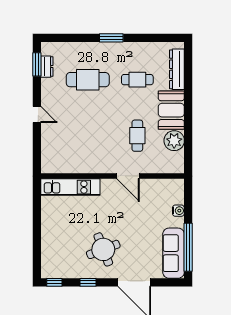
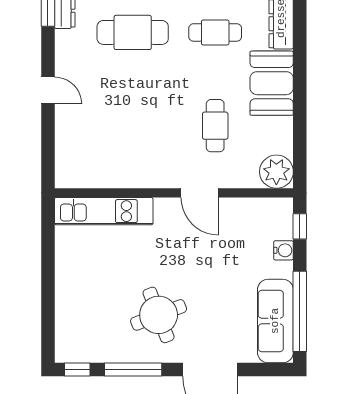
plant: (174, 141) -> (276, 172), moved
window: (188, 196) -> (300, 226), added
window: (88, 282) -> (133, 370), width x2.17

